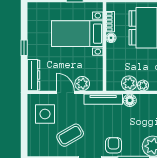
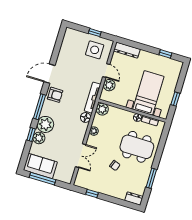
window: (24, 48) -> (165, 54), moved
plant: (129, 83) -> (102, 109), moved
door: (66, 92) -> (106, 71), hinge flipped
window: (24, 120) -> (95, 33), added
coffee table: (70, 135) -> (73, 64), removed

